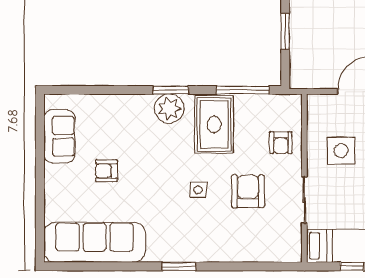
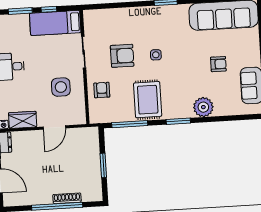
plant: (169, 109) -> (203, 107), moved
armchair: (248, 191) -> (122, 56), turned -90

